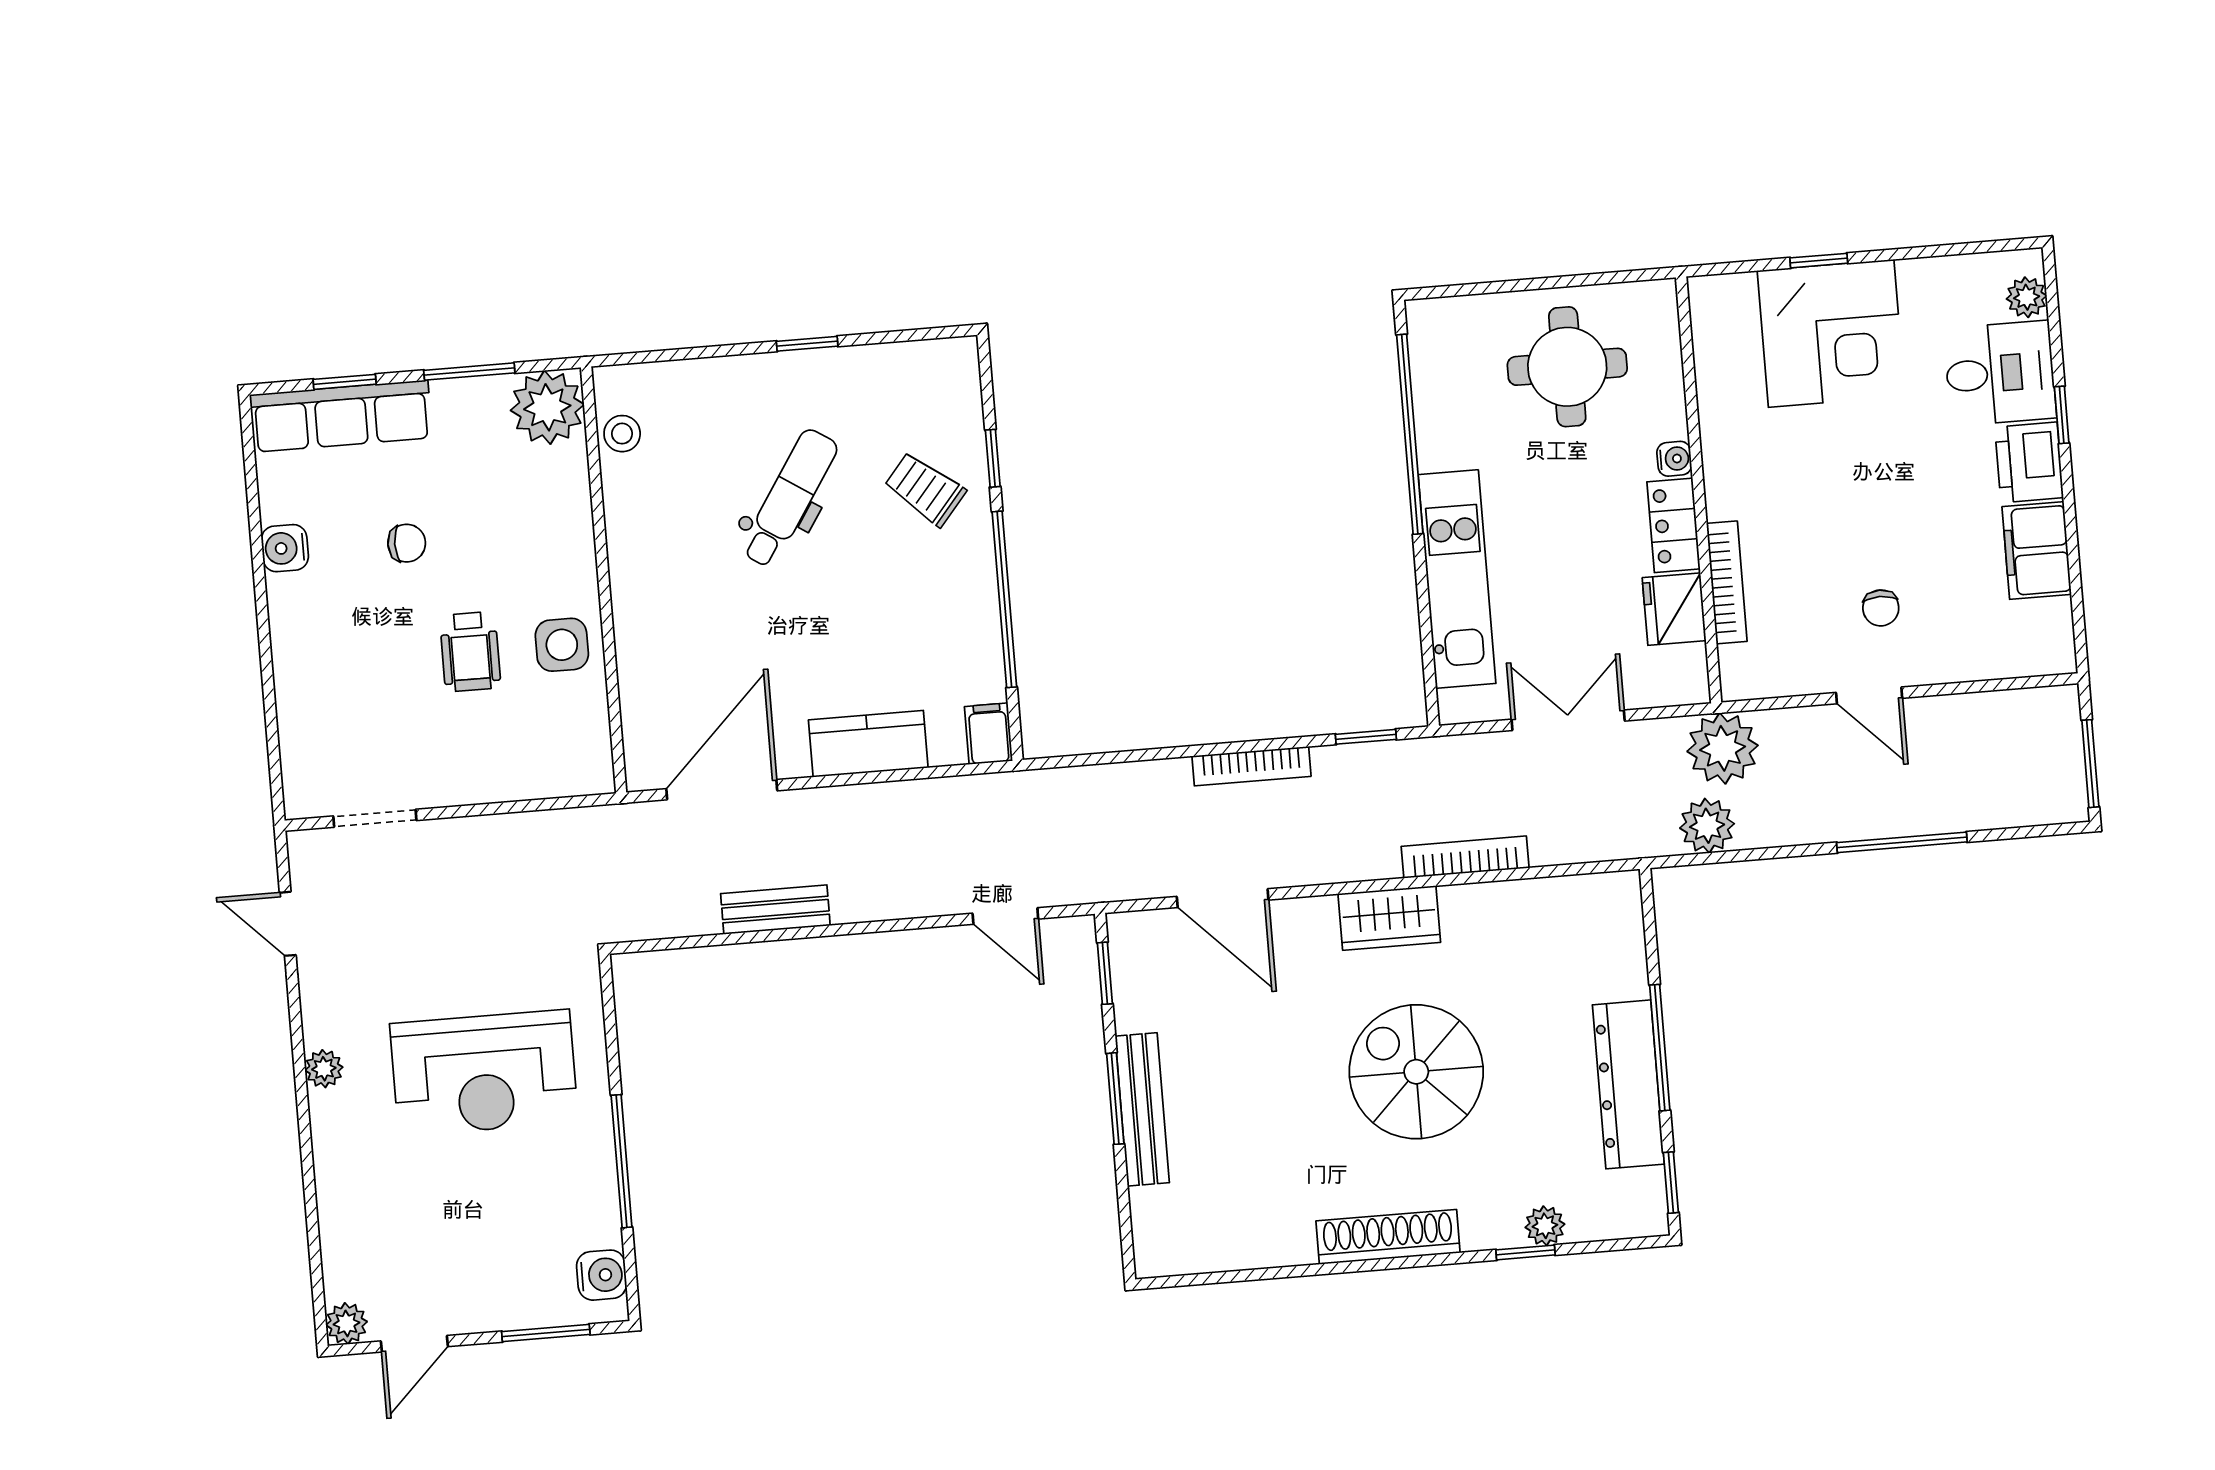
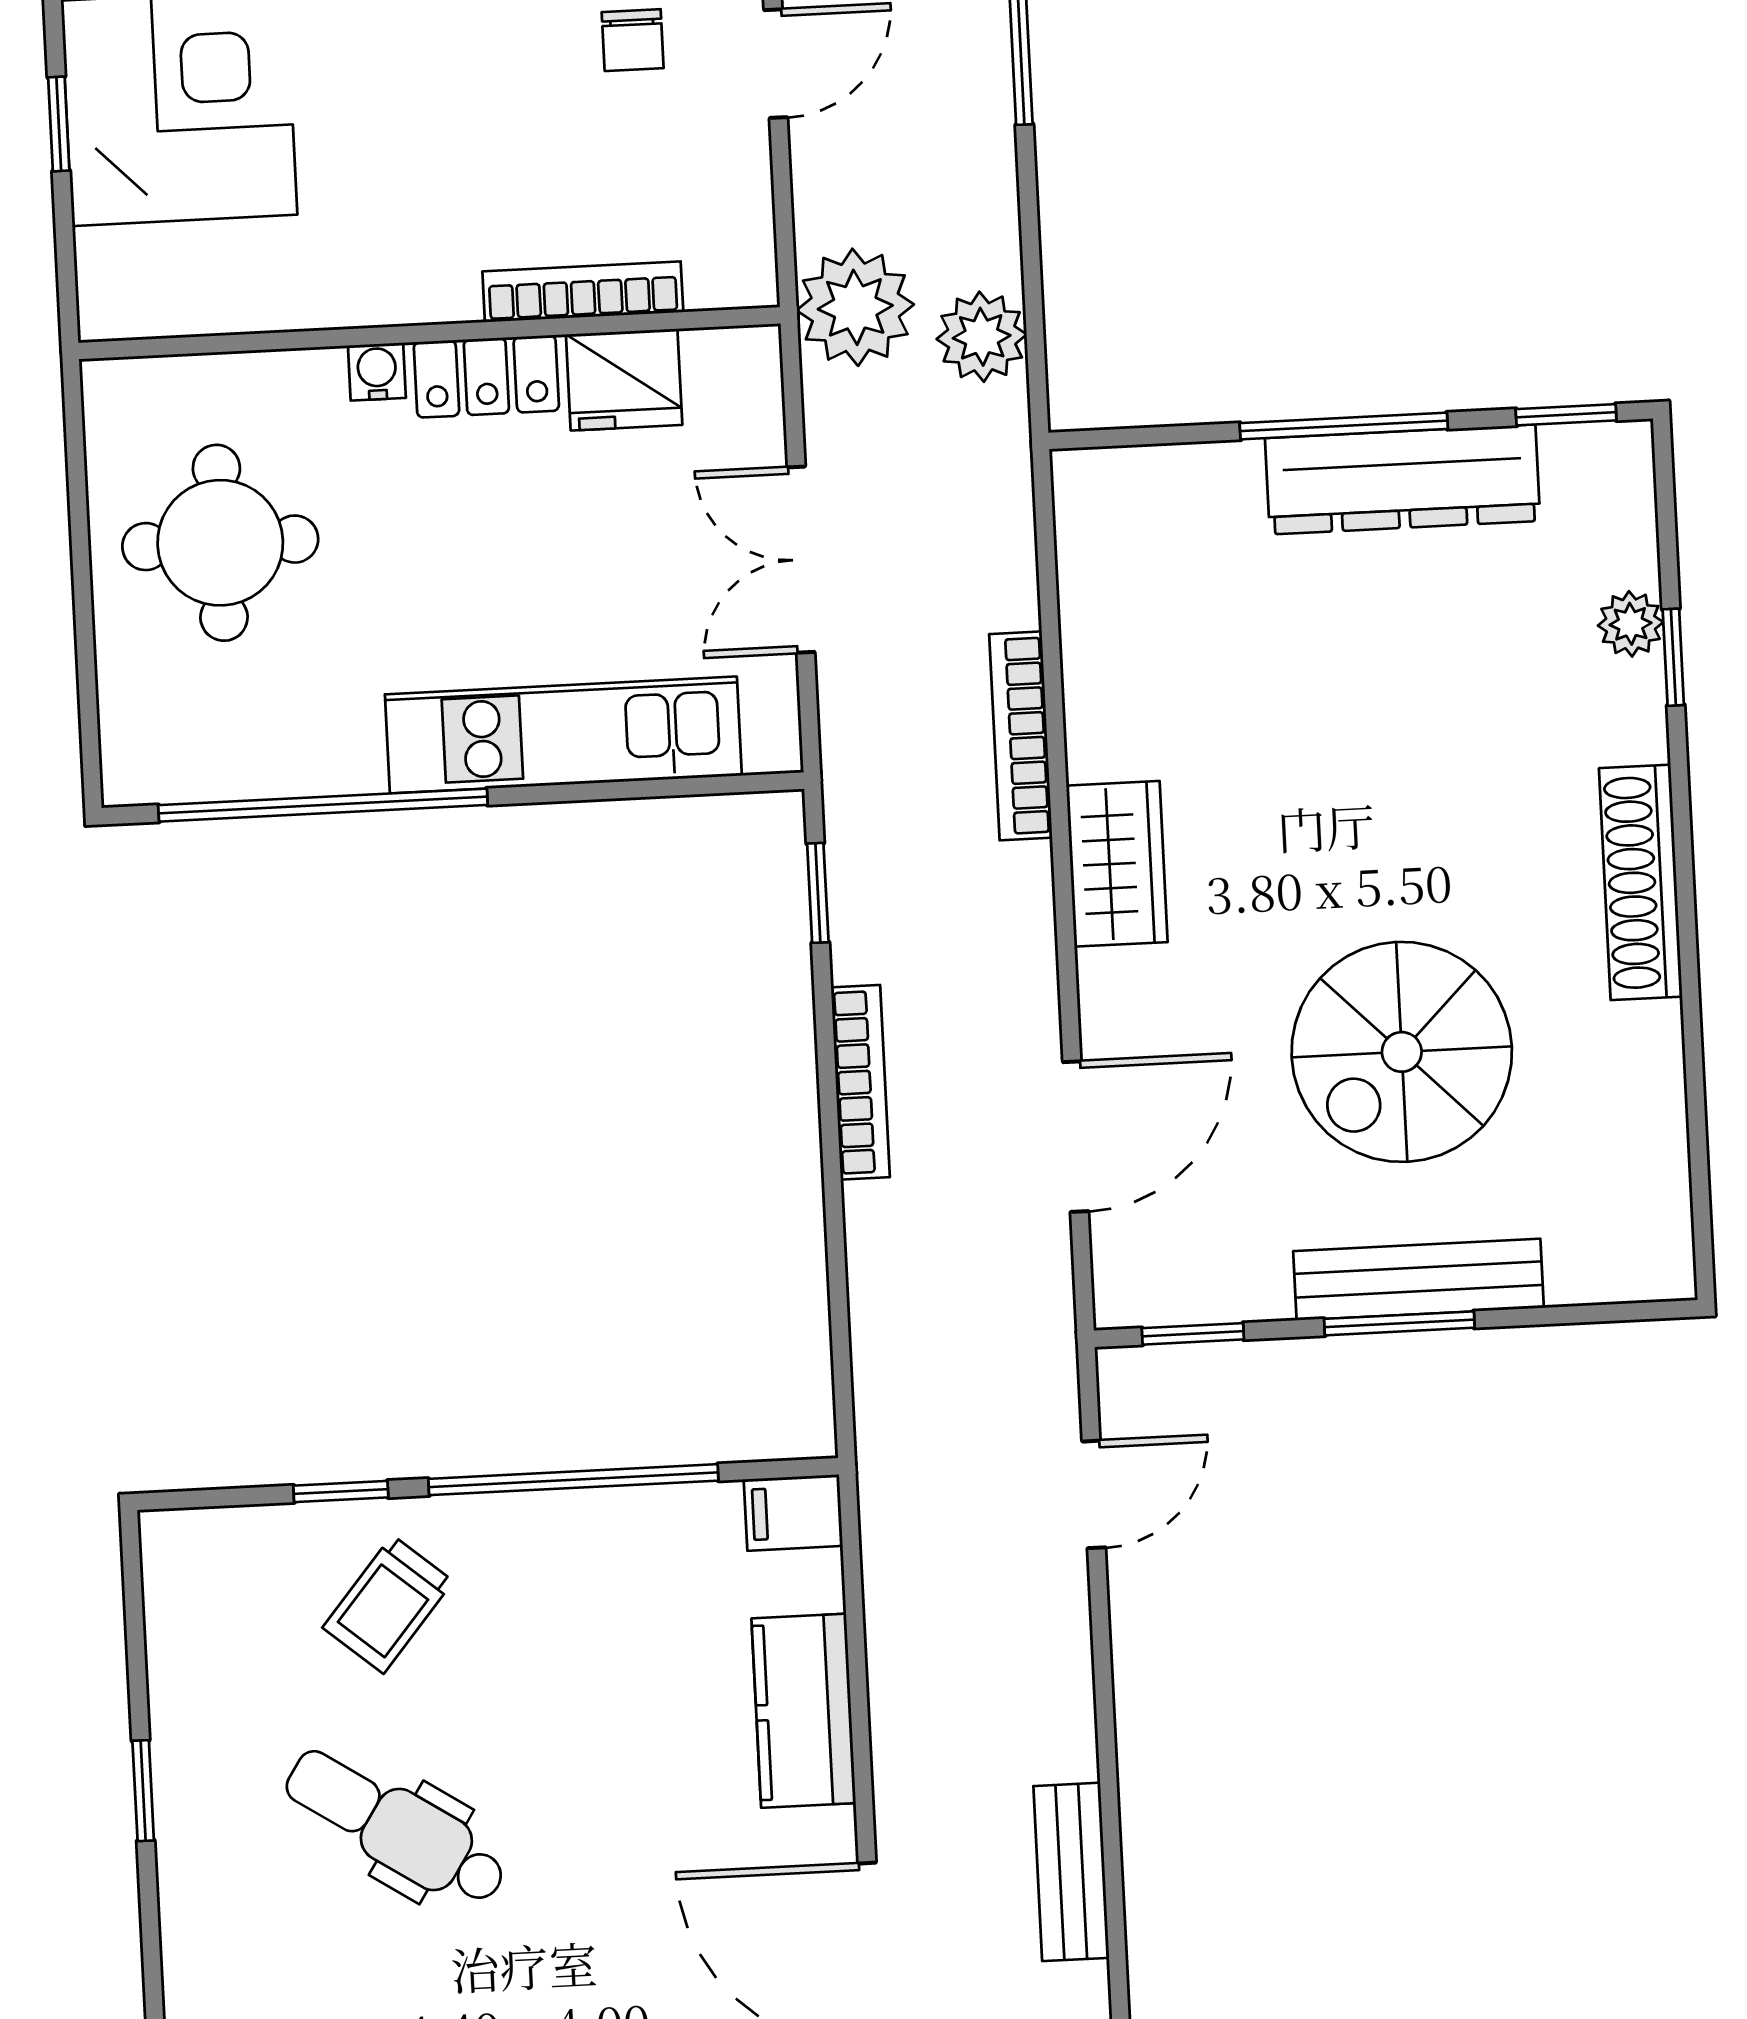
chair: (1881, 608) -> (633, 40), turned 90
spiral stairs: (1416, 1072) -> (1402, 1052), moved

